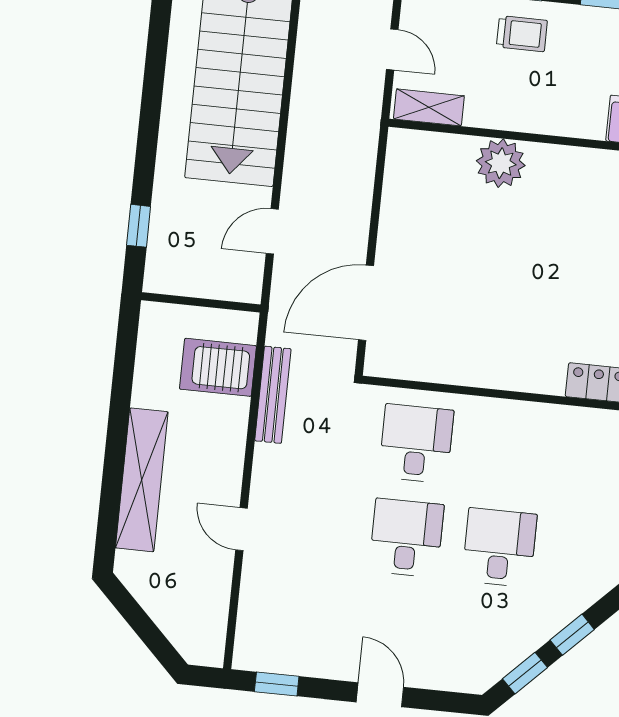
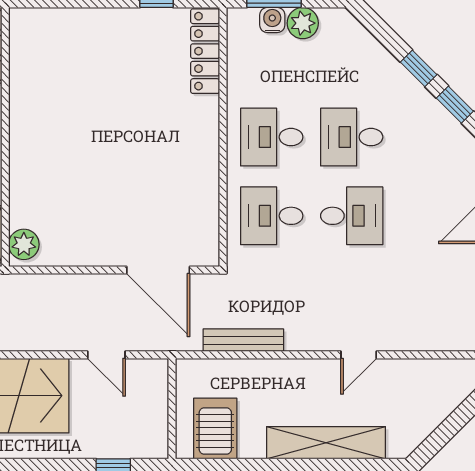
plant: (501, 163) -> (24, 244), moved, width x0.73, depth x0.73
server rack: (218, 367) -> (215, 429), moved, turned 180
desk: (509, 453) -> (272, 137), added
desk: (406, 538) -> (352, 216), turned 180

